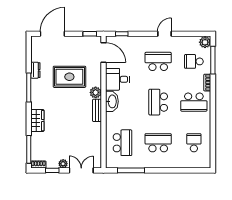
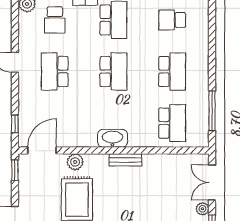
desk: (117, 79) -> (81, 130), removed
plant: (96, 92) -> (75, 162), moved
school desk: (158, 102) -> (113, 71), turned -90
school desk: (122, 143) -> (172, 123), turned 90
school desk: (158, 143) -> (172, 71), turned 180

